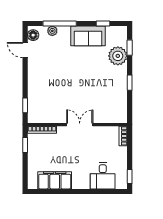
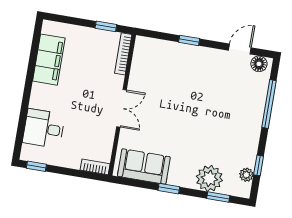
plant: (52, 31) -> (246, 175), moved
sofa: (88, 36) -> (144, 167), moved, turned 90
window: (25, 105) -> (189, 40), moved

